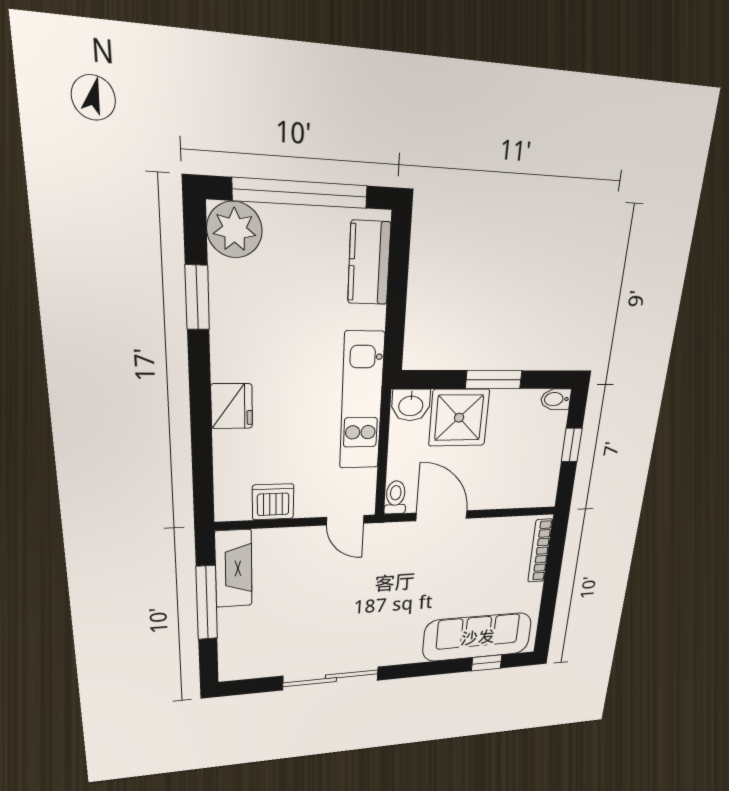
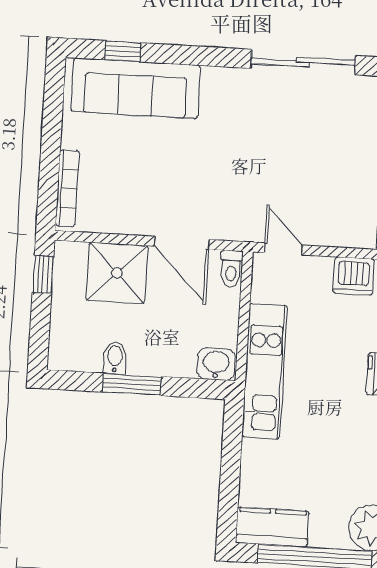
kitchen counter: (369, 263) -> (272, 527), moved, turned -90
bidet: (556, 399) -> (115, 358), moved, turned -90
shower: (459, 418) -> (117, 273), moved
window: (572, 445) -> (43, 274), moved

